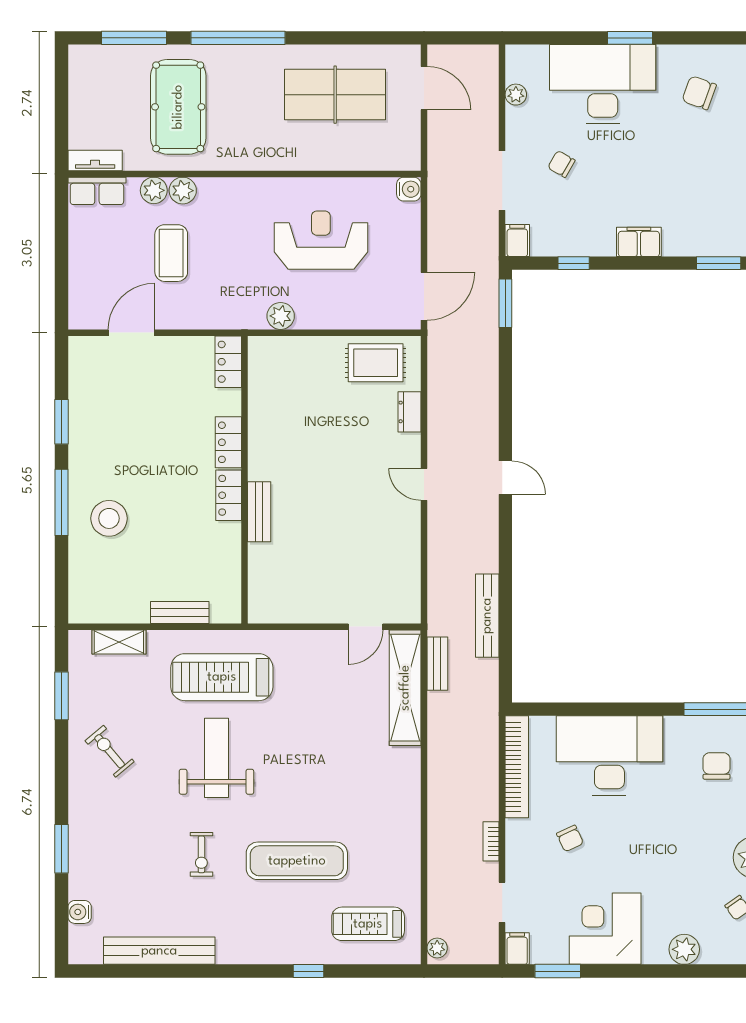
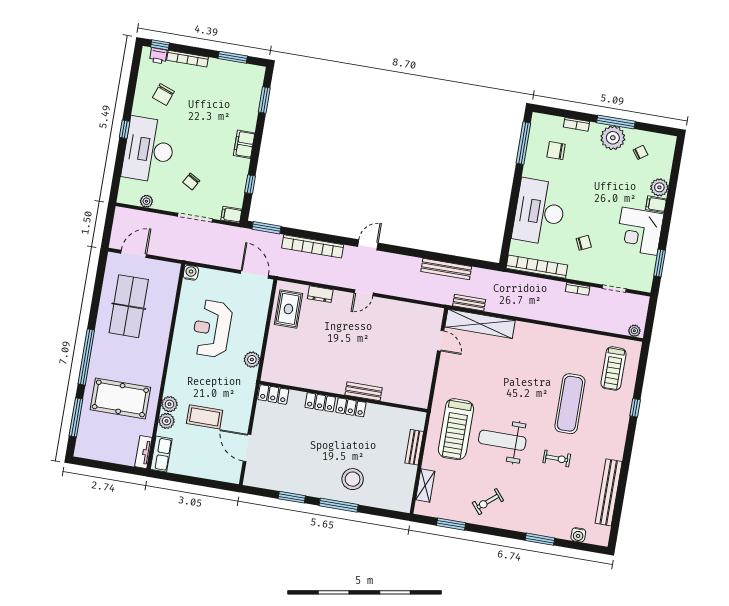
window: (630, 38) -> (125, 129), width x0.67
bookcase: (487, 386) -> (313, 246), added
filing cabinet: (517, 949) -> (656, 204), moved

